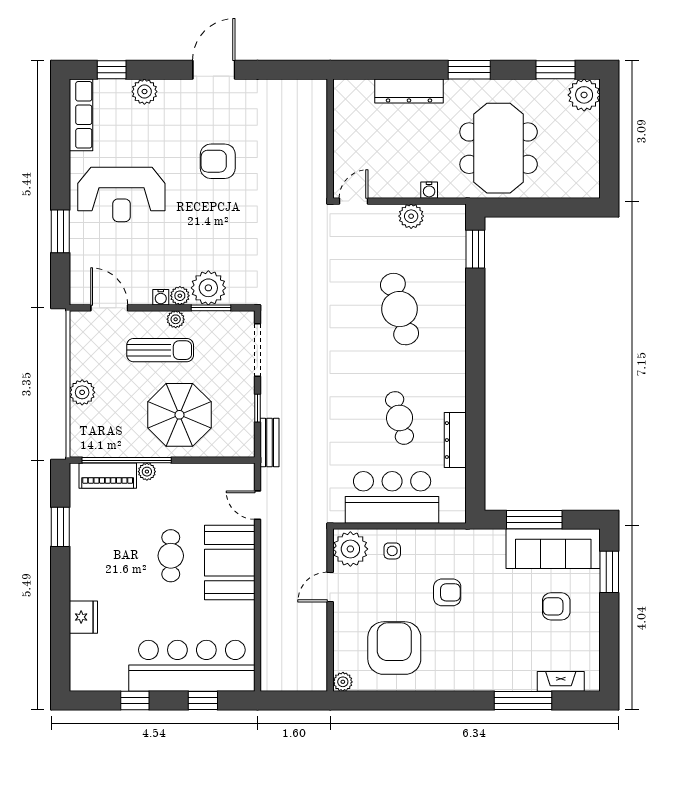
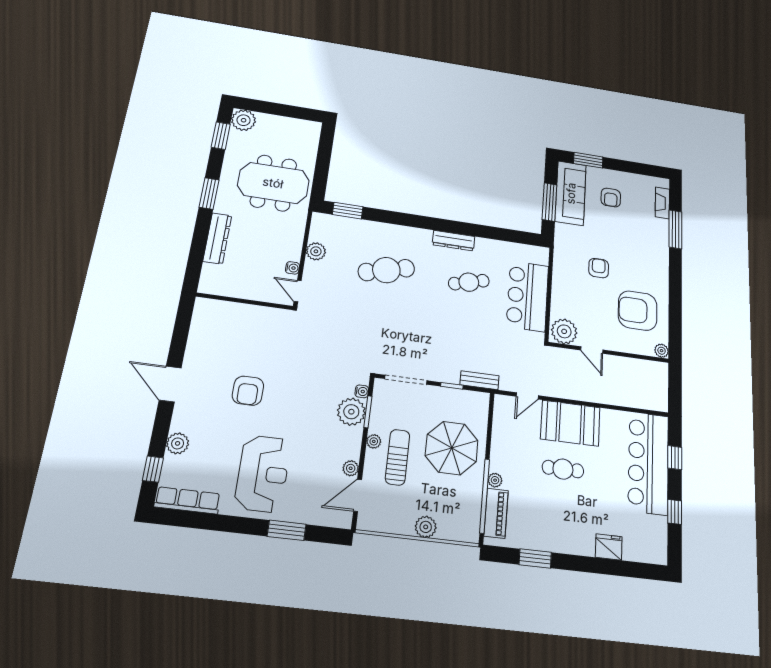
water cooler: (429, 190) -> (292, 268), moved
plant: (180, 296) -> (351, 468), moved
water cooler: (161, 297) -> (362, 391), moved
dresser: (455, 440) -> (454, 241), moved
side table: (392, 551) -> (567, 302), removed

